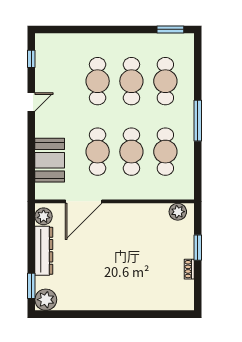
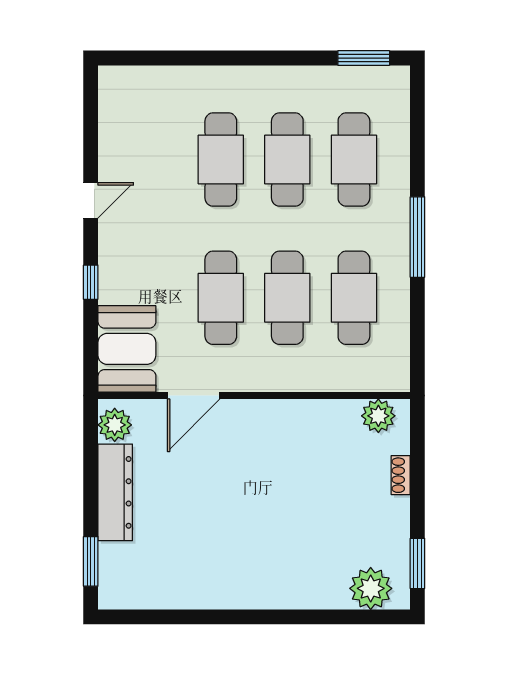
window: (31, 59) -> (91, 282), moved
booth: (50, 160) -> (127, 349), moved
door: (84, 201) -> (194, 396), width x0.73
window: (198, 248) -> (417, 563), moved
shoe rack: (189, 269) -> (401, 475), moved
plant: (46, 300) -> (371, 588), moved

